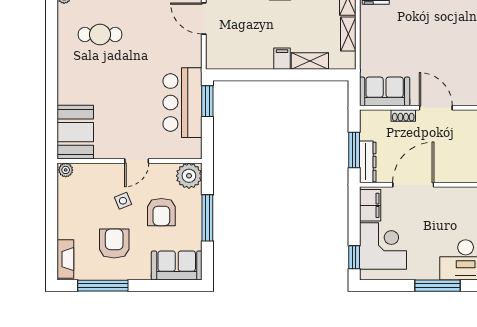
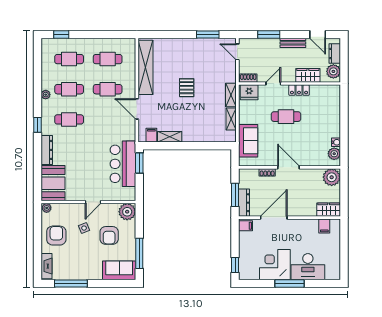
cafe table: (432, 30) -> (286, 117), added
window: (52, 43) -> (37, 125), added
filing cabinet: (282, 59) -> (151, 135), moved
shelving: (310, 61) -> (170, 137), moved
dresser: (66, 81) -> (47, 150), added
sofa: (385, 91) -> (248, 141), moved, turned 90
filing cabinet: (370, 205) -> (245, 226), width x0.50
window: (207, 218) -> (139, 253), moved
armchair: (114, 243) -> (56, 236), moved
corner desk: (383, 246) -> (275, 265), moved, turned -90

